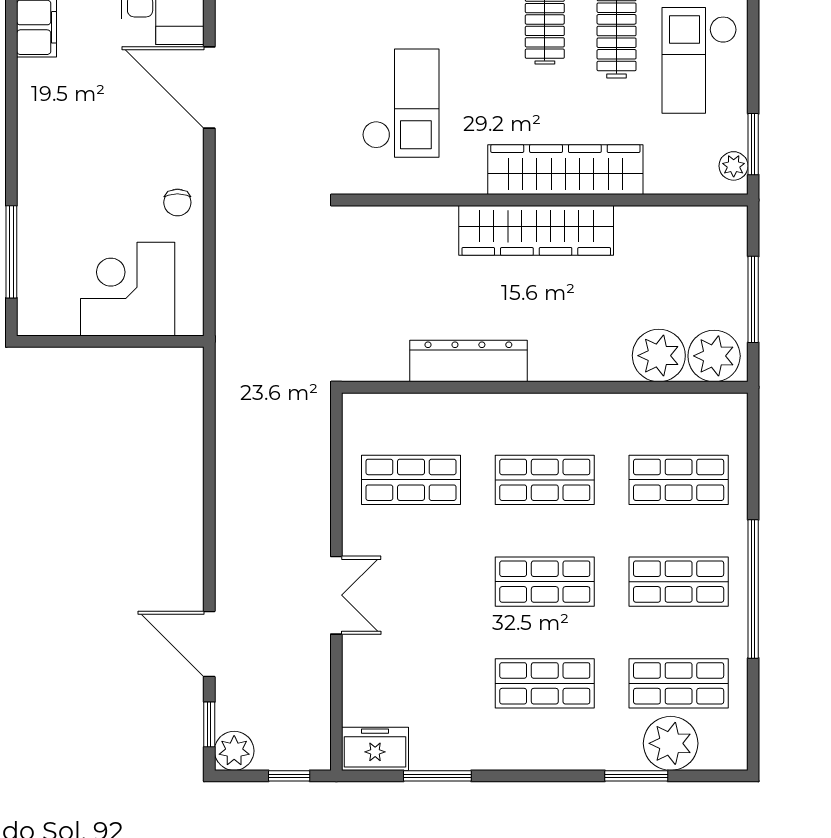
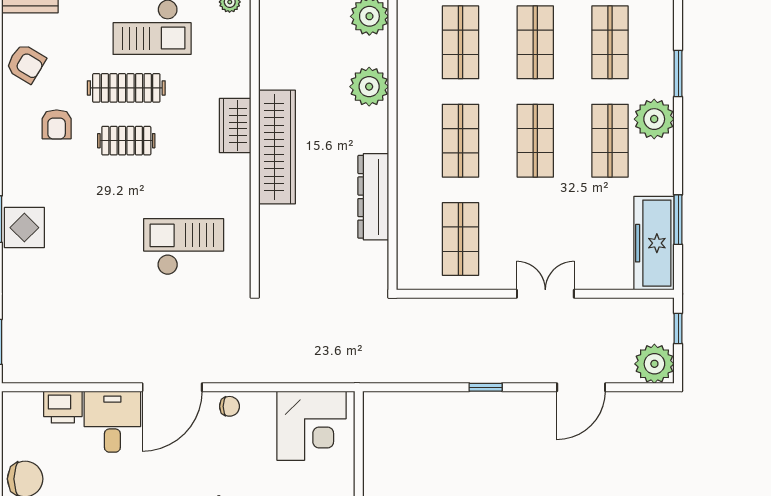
wardrobe: (565, 170) -> (235, 126), width x0.48, depth x0.85
chair: (177, 202) -> (230, 406), moved
corner desk: (128, 289) -> (311, 426), moved, turned -90
plant: (659, 356) -> (369, 87), moved
window: (209, 724) -> (486, 387), moved
plant: (671, 743) -> (654, 119), moved
freezer: (375, 749) -> (654, 243), width x1.91, depth x1.26
plant: (234, 751) -> (654, 364), width x1.36, depth x1.36

